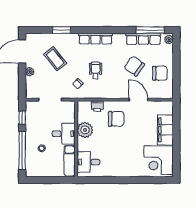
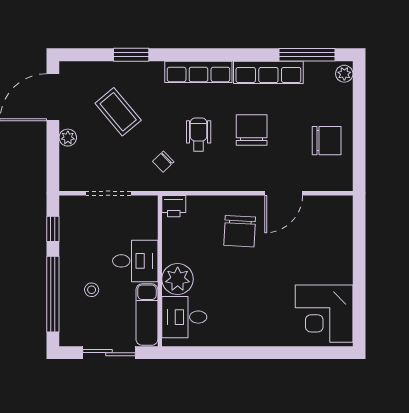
row of seats: (143, 39) -> (268, 72), moved
chair: (134, 66) -> (252, 130), moved, turned 55
door: (138, 100) -> (284, 193), swing flipped
printer: (97, 106) -> (174, 206), moved
chair: (116, 119) -> (240, 231), turned 93
plant: (85, 130) -> (178, 279), moved
filing cabinet: (165, 130) -> (337, 253), removed
sliding door: (50, 180) -> (109, 353), added

